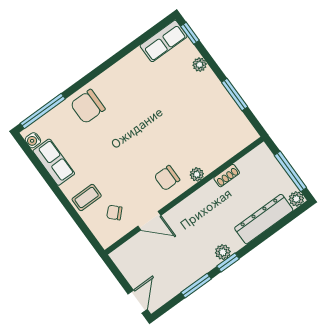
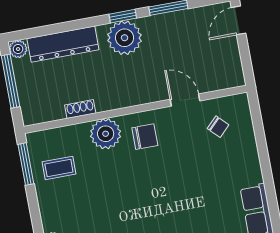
window: (235, 95) -> (26, 164), moved
plant: (197, 174) -> (106, 134), width x1.88, depth x1.88
coffee table: (87, 197) -> (59, 168), moved
plant: (223, 252) -> (125, 38), width x1.88, depth x1.88

